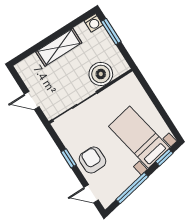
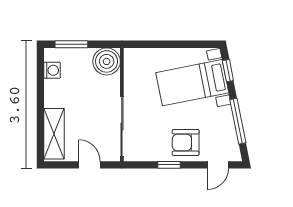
washing machine: (94, 23) -> (52, 70), moved
shelving: (59, 47) -> (54, 134), moved
boiler: (101, 74) -> (107, 61), moved
door: (32, 100) -> (89, 165), swing flipped

